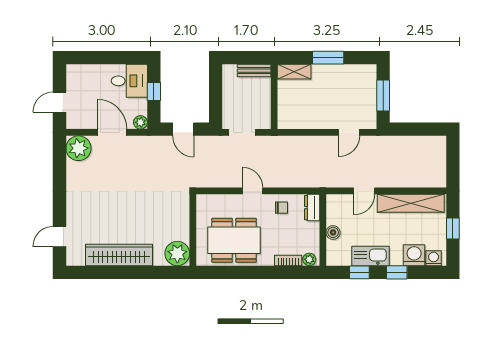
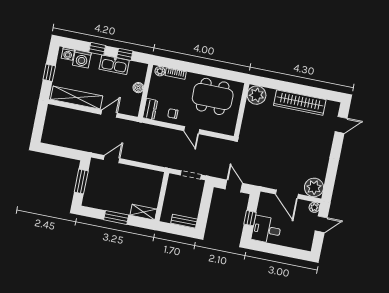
bench: (254, 71) -> (184, 221), moved
plant: (140, 122) -> (314, 207), moved

